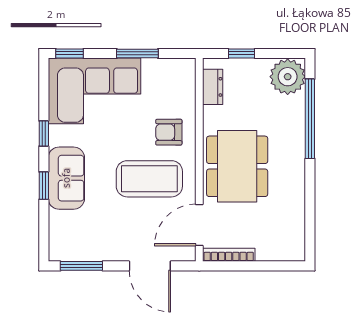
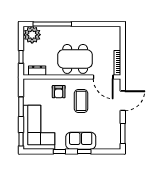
coffee table: (149, 179) -> (81, 101), width x0.73, depth x0.76

